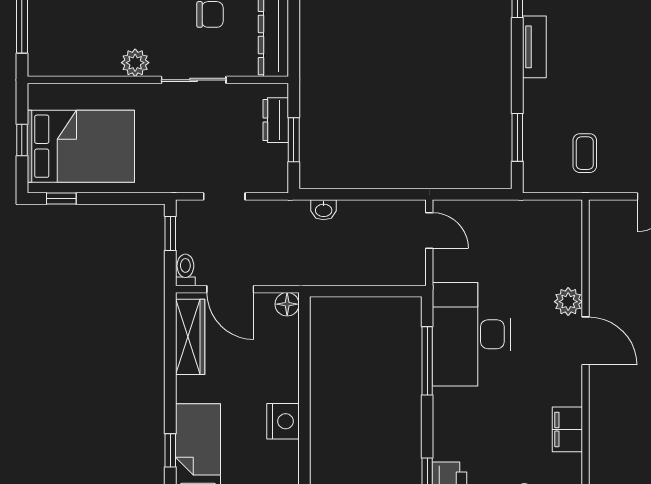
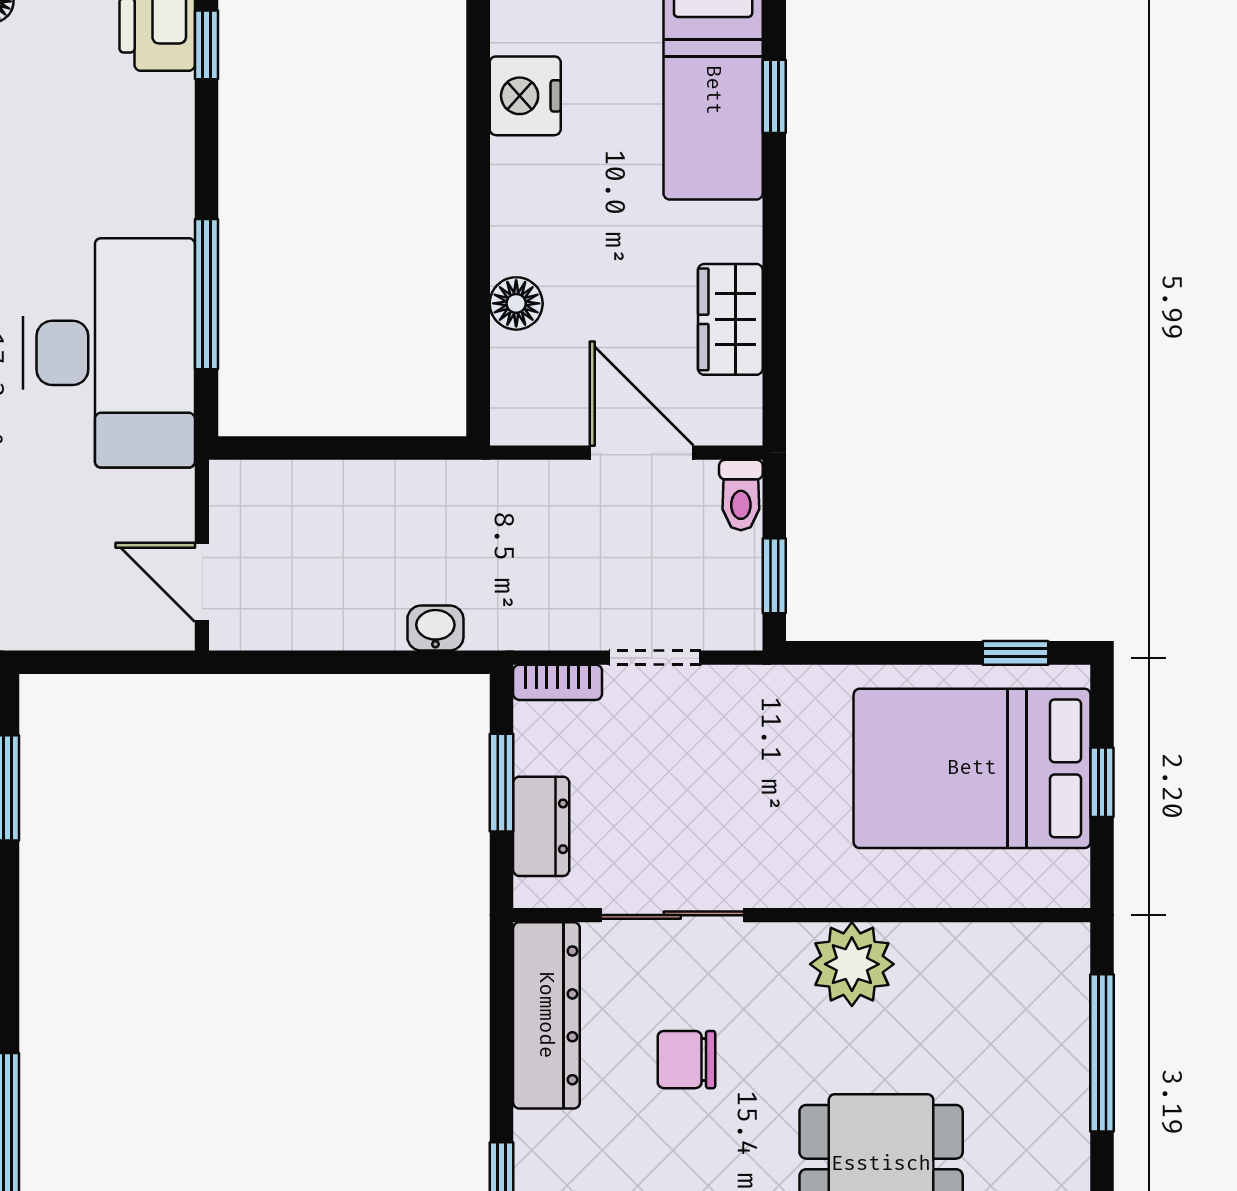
plant: (135, 63) -> (852, 964), width x1.36, depth x1.36
sliding door: (194, 80) -> (672, 915), moved
bookcase: (268, 185) -> (558, 682), added
floor lamp: (287, 304) -> (516, 303), moved
wardrobe: (190, 337) -> (730, 319), width x0.67
nightstand: (283, 421) -> (525, 96), moved

